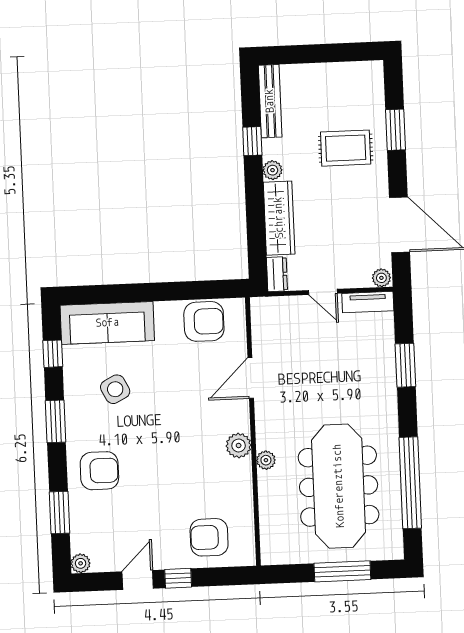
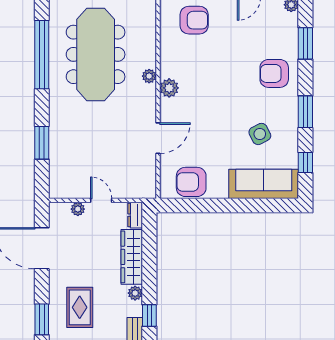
rug: (346, 148) -> (80, 307), turned 90
plant: (381, 278) -> (78, 209), moved
tv unit: (368, 302) -> (68, 191), removed

